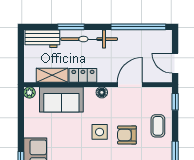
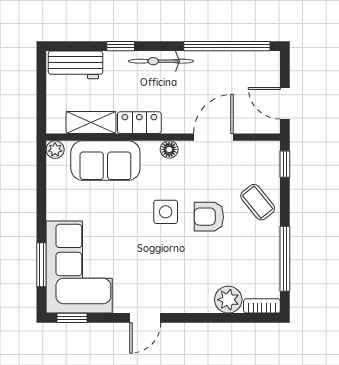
window: (71, 27) -> (121, 46), width x0.67
bicycle: (89, 39) -> (161, 61), width x0.73, depth x0.71
coffee table: (158, 126) -> (258, 202), turned -39

